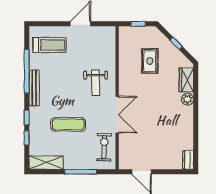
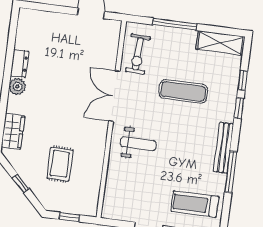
window: (27, 71) -> (231, 172), width x0.68
weight bench: (96, 83) -> (138, 144), turned 90
plant: (187, 99) -> (17, 86), moved
dresser: (188, 160) -> (20, 63), moved

